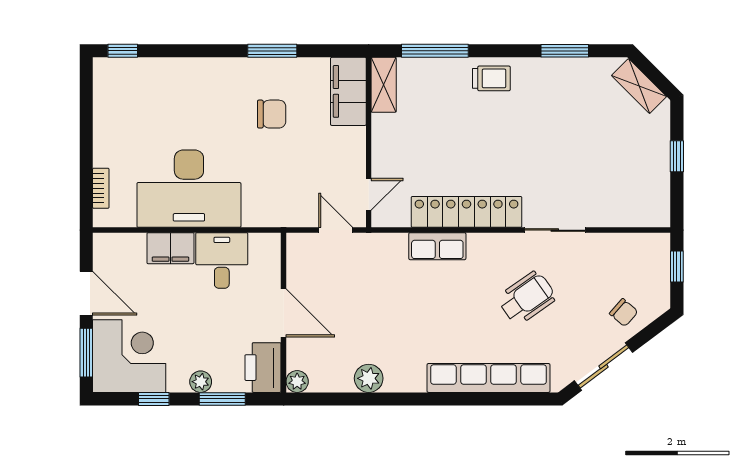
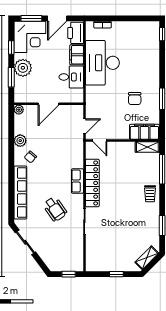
row of seats: (437, 246) -> (77, 181), moved
chair: (624, 313) -> (30, 157), moved
printer: (263, 368) -> (76, 33), moved, turned -90
plant: (201, 382) -> (23, 68), width x1.88, depth x1.88

